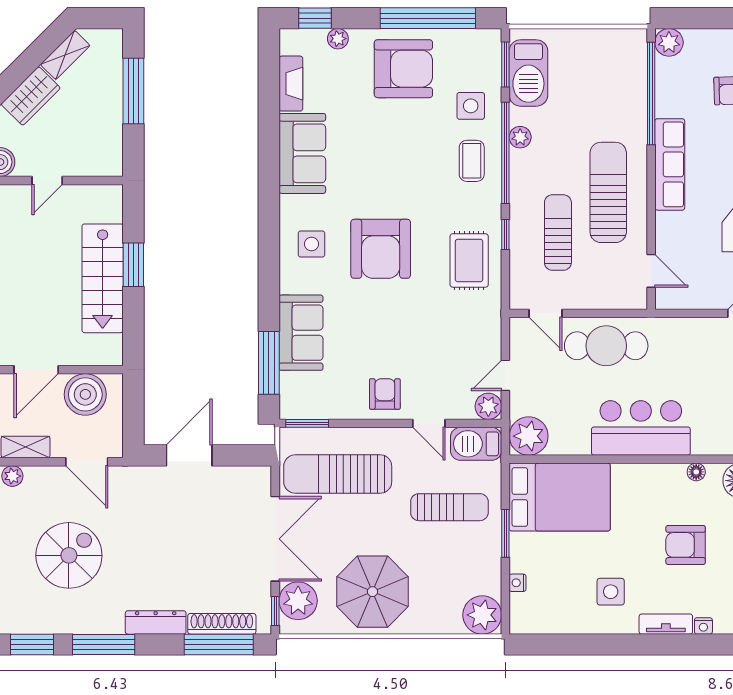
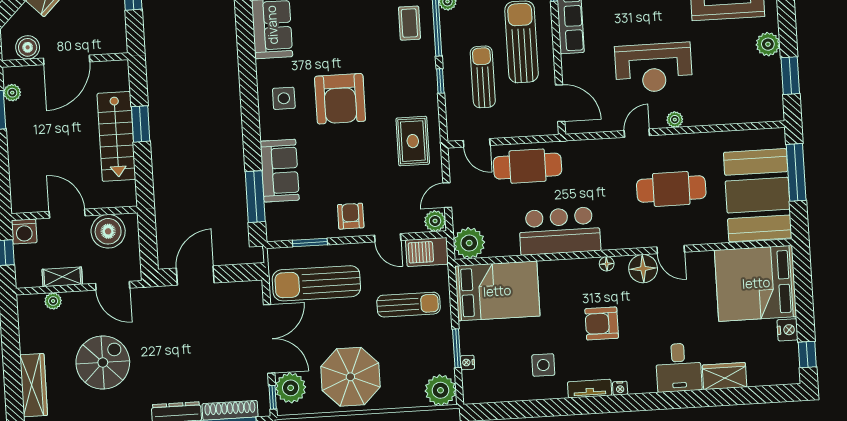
door: (47, 180) -> (67, 60), width x1.88
rug: (469, 260) -> (413, 141), moved
door: (651, 271) -> (560, 103), width x1.38
door: (36, 370) -> (67, 214), swing flipped
window: (307, 423) -> (310, 242), moved
window: (505, 533) -> (457, 348), moved

